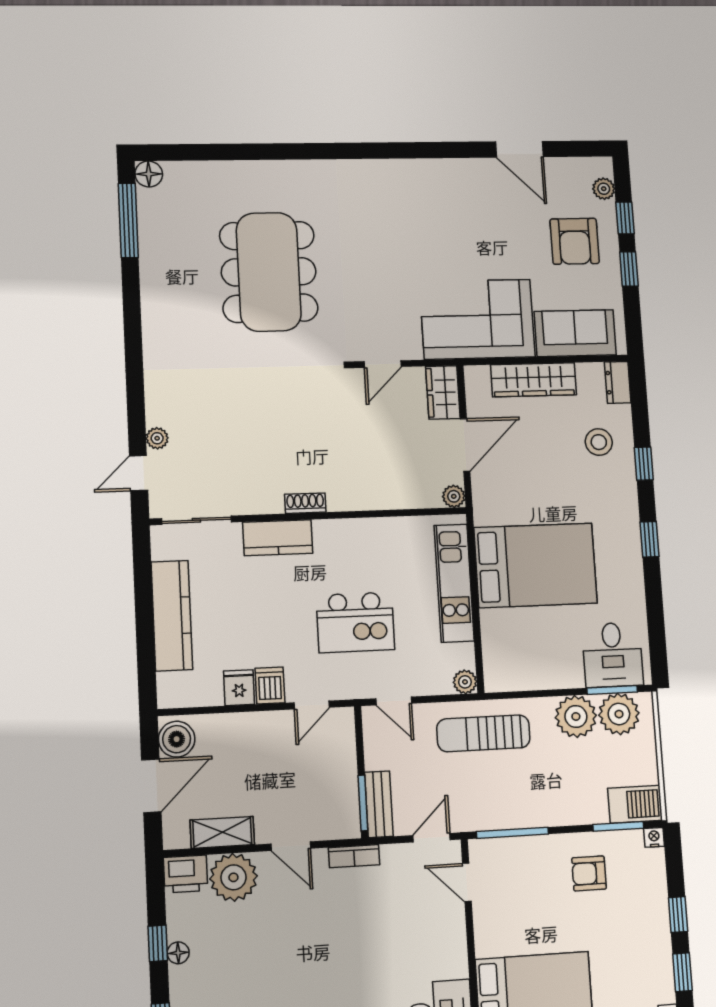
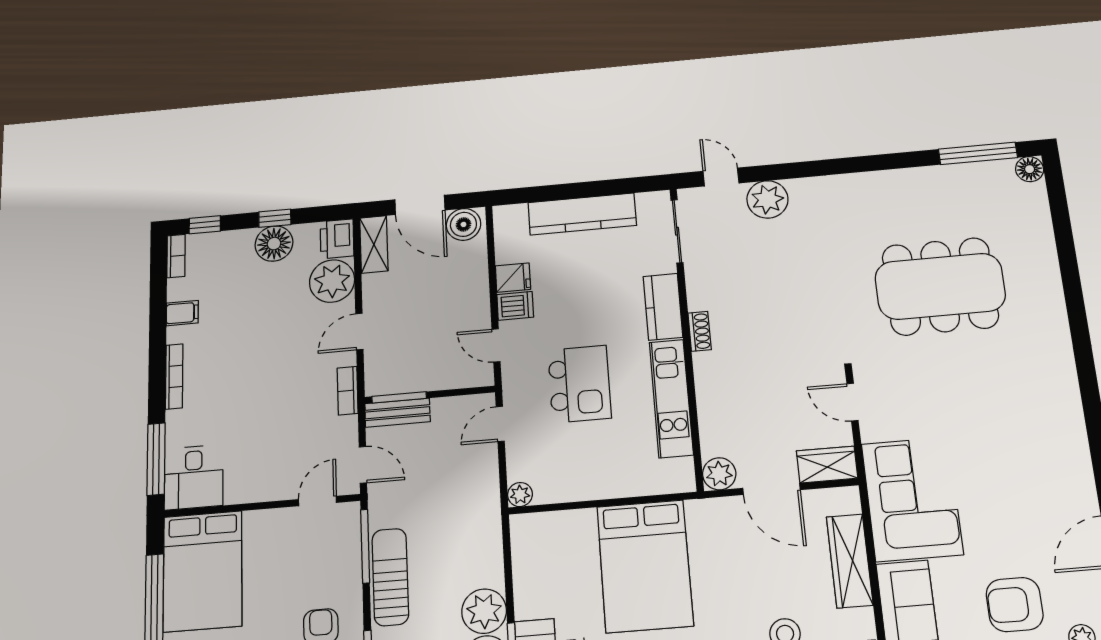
plant: (157, 438) -> (767, 199), width x1.88, depth x1.88
plant: (454, 496) -> (719, 474), width x1.38, depth x1.38
kitchen unit: (454, 583) -> (671, 398), moved, turned -90
kitchen island: (355, 622) -> (579, 384), turned 180
sun lounger: (483, 733) -> (390, 577), moved
shelving: (222, 832) -> (374, 244), moved
floor lamp: (178, 953) -> (274, 244), width x1.89, depth x1.89

